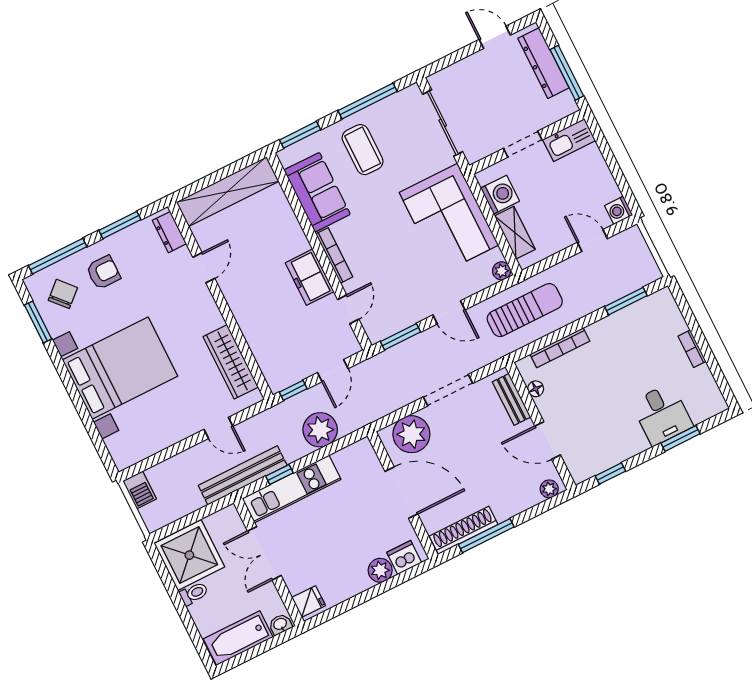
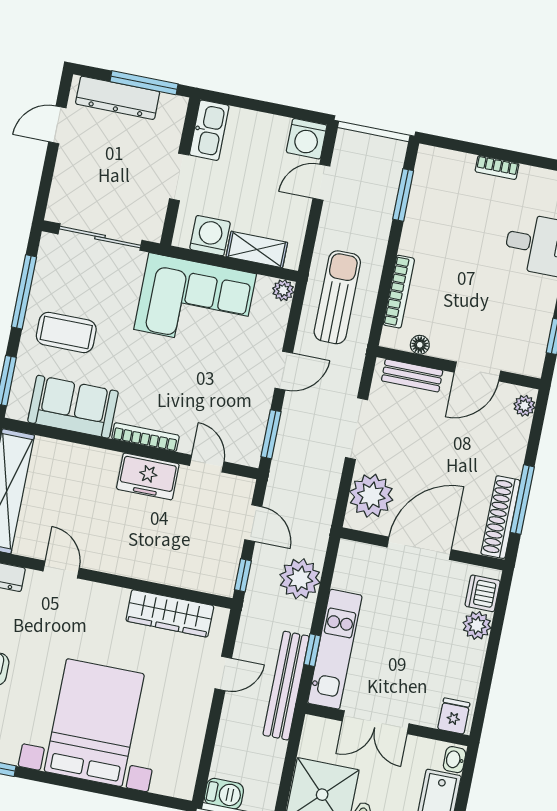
washing machine: (619, 210) -> (307, 139), width x1.38, depth x1.38

